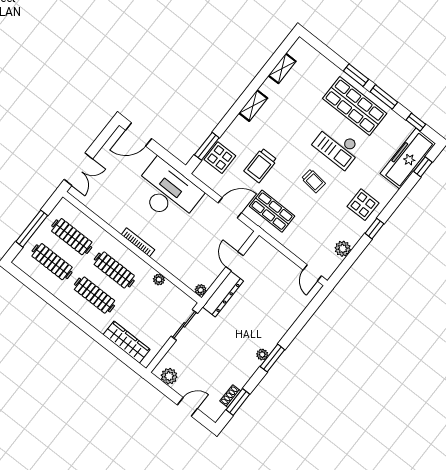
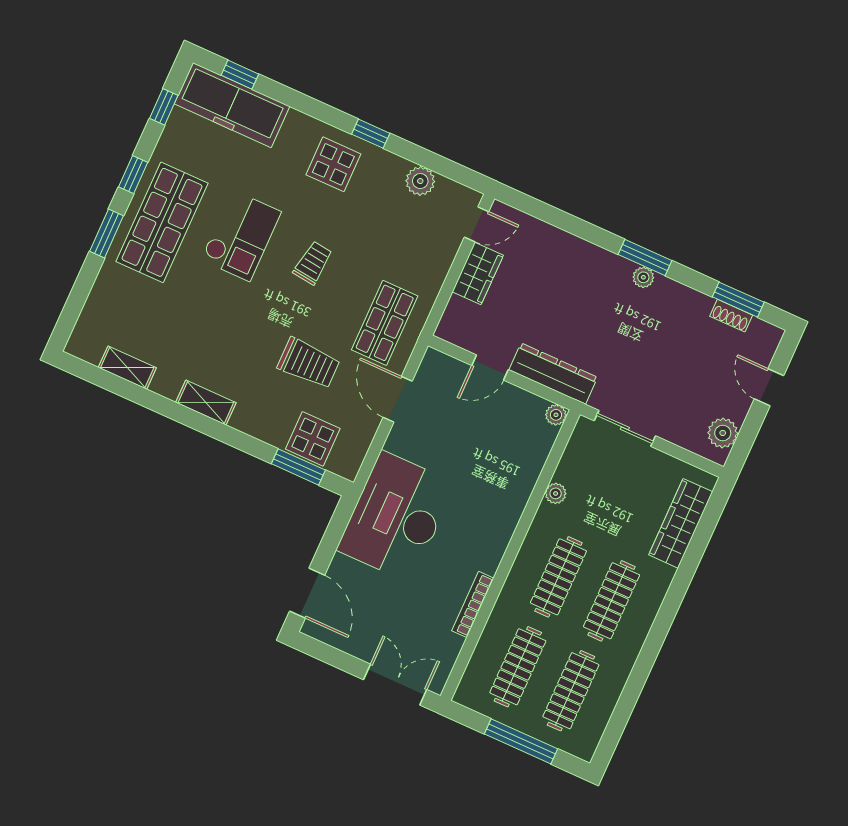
window: (384, 97) -> (133, 175), width x0.67
bookcase: (138, 242) -> (473, 604), moved
wardrobe: (286, 267) -> (478, 273), added

